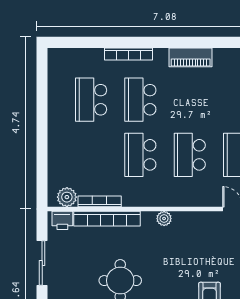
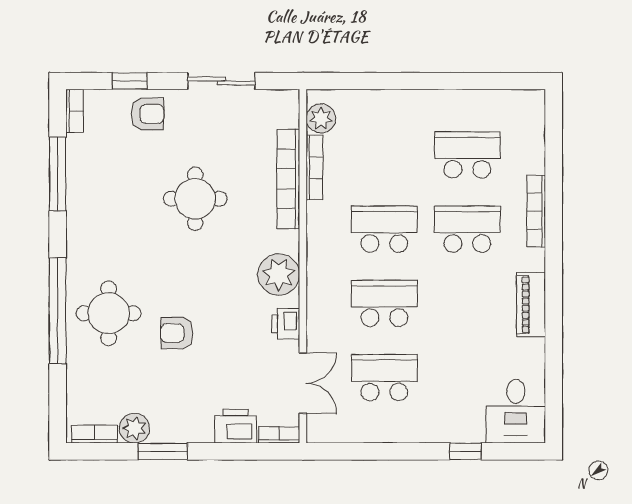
plant: (164, 219) -> (279, 274), width x1.88, depth x1.88
printer: (62, 220) -> (286, 324), moved

